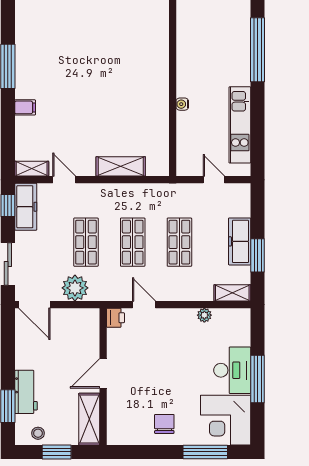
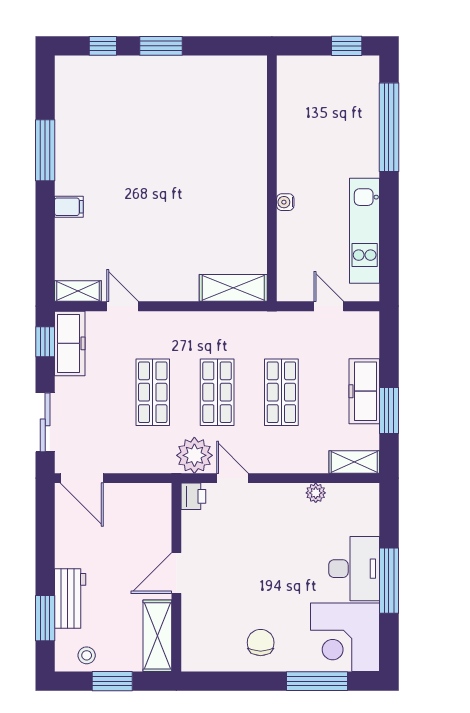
shelving: (121, 166) -> (233, 288), moved
plant: (75, 288) -> (194, 455), moved

